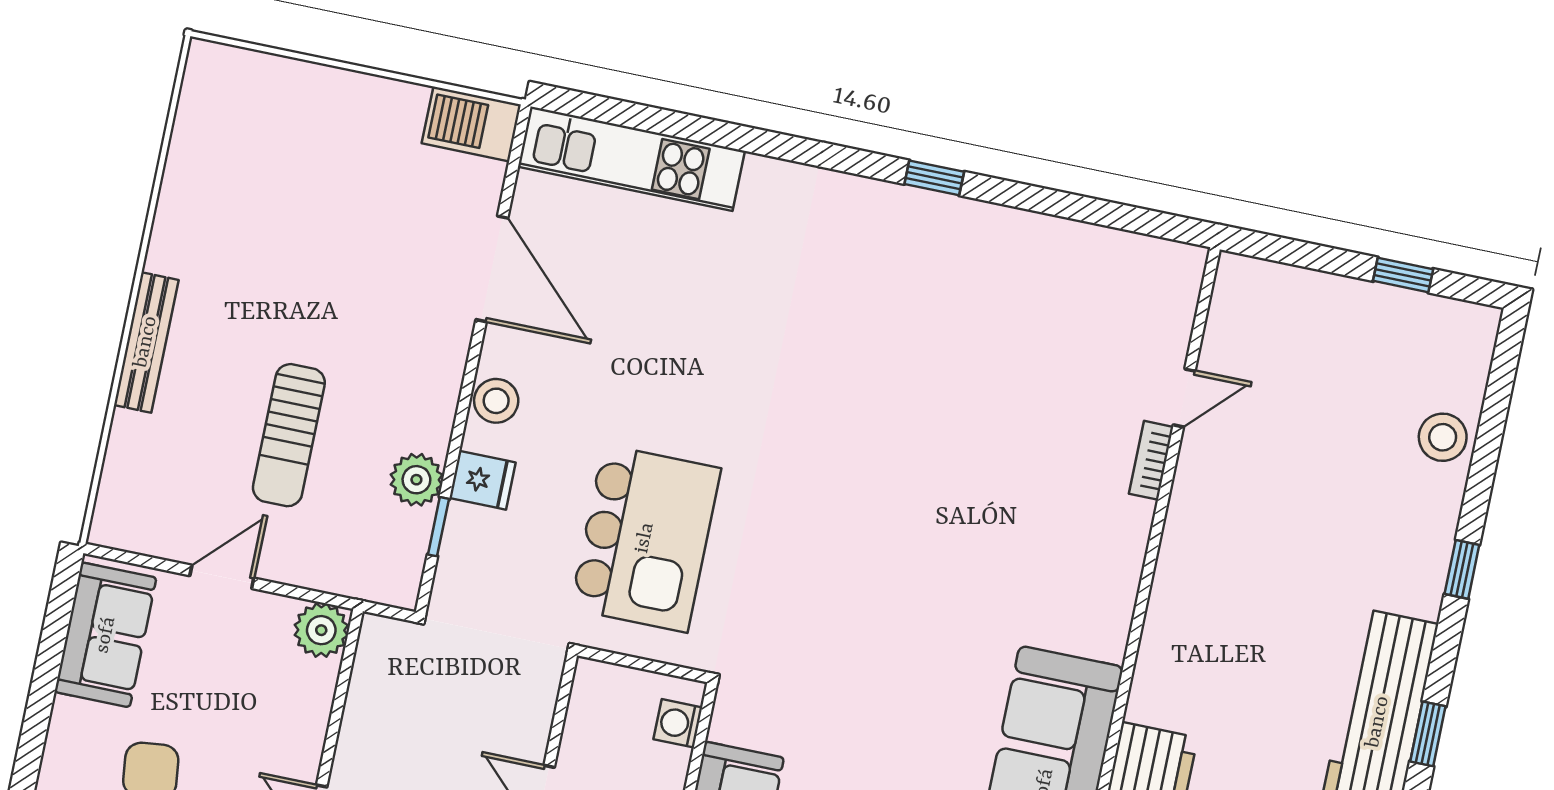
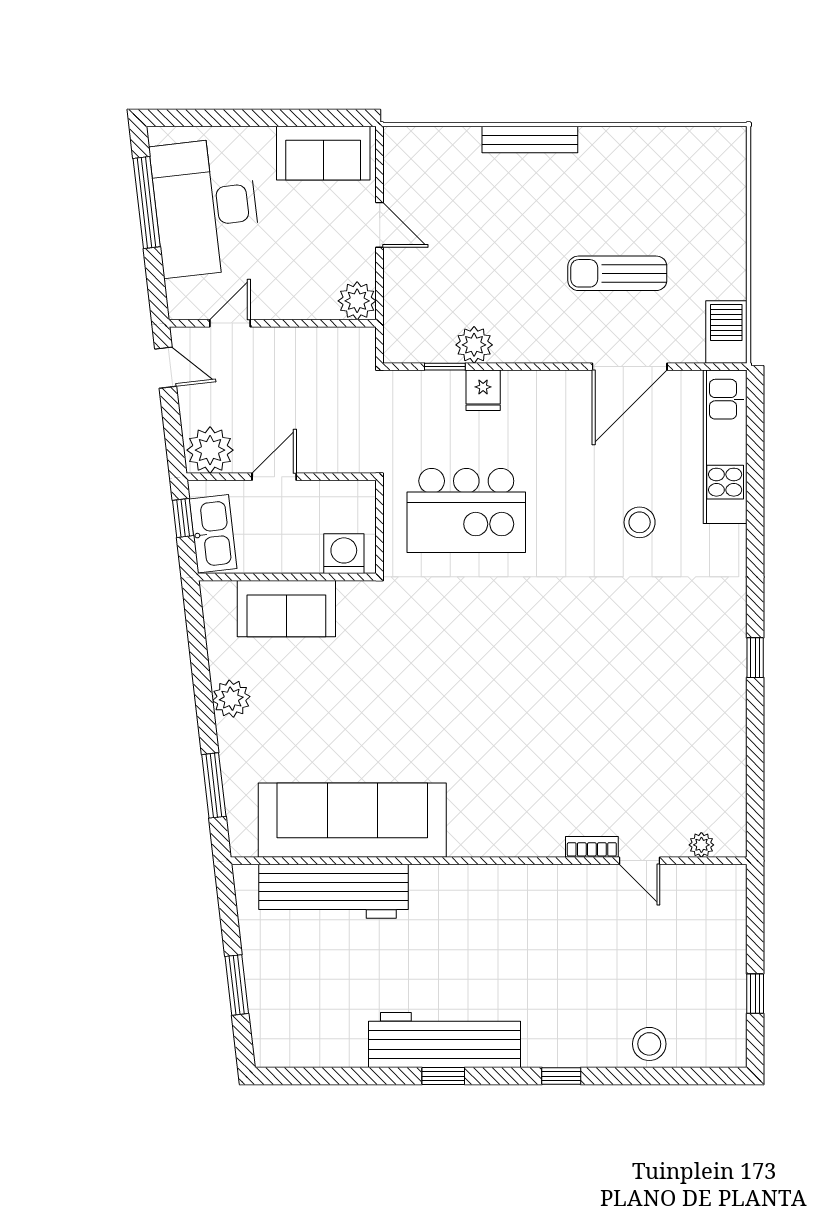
plant: (1180, 307) -> (701, 845), added
stool: (496, 401) -> (640, 522), moved
sun lounger: (289, 435) -> (617, 273), moved
washing machine: (678, 723) -> (344, 554), width x1.38, depth x1.38

